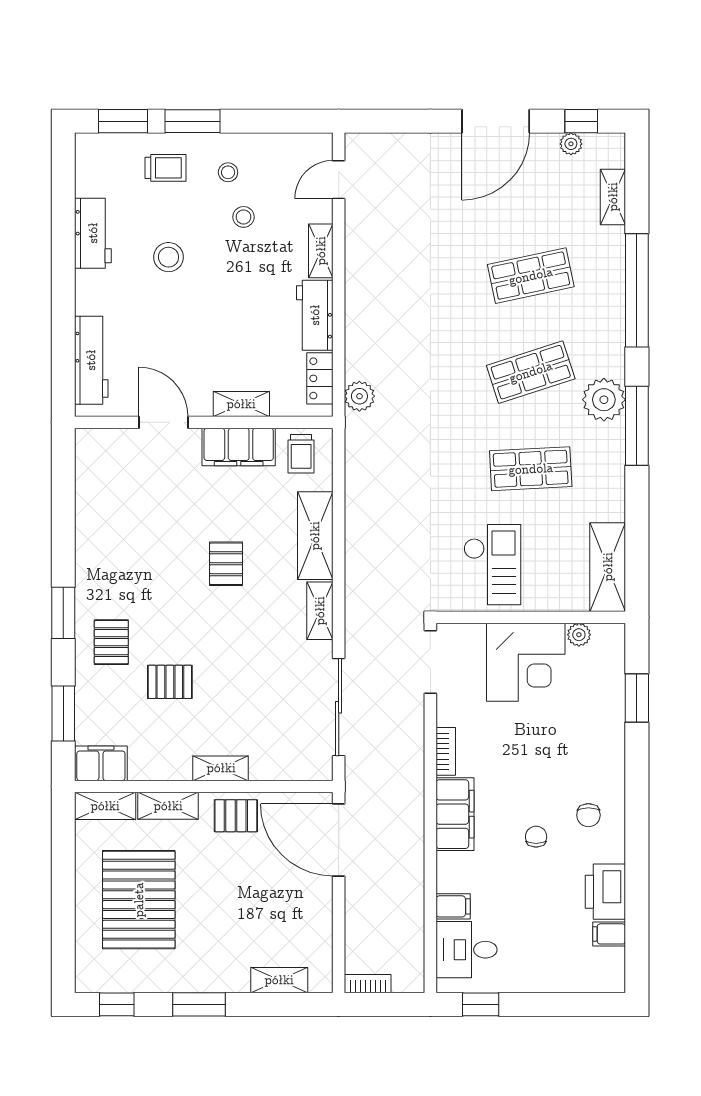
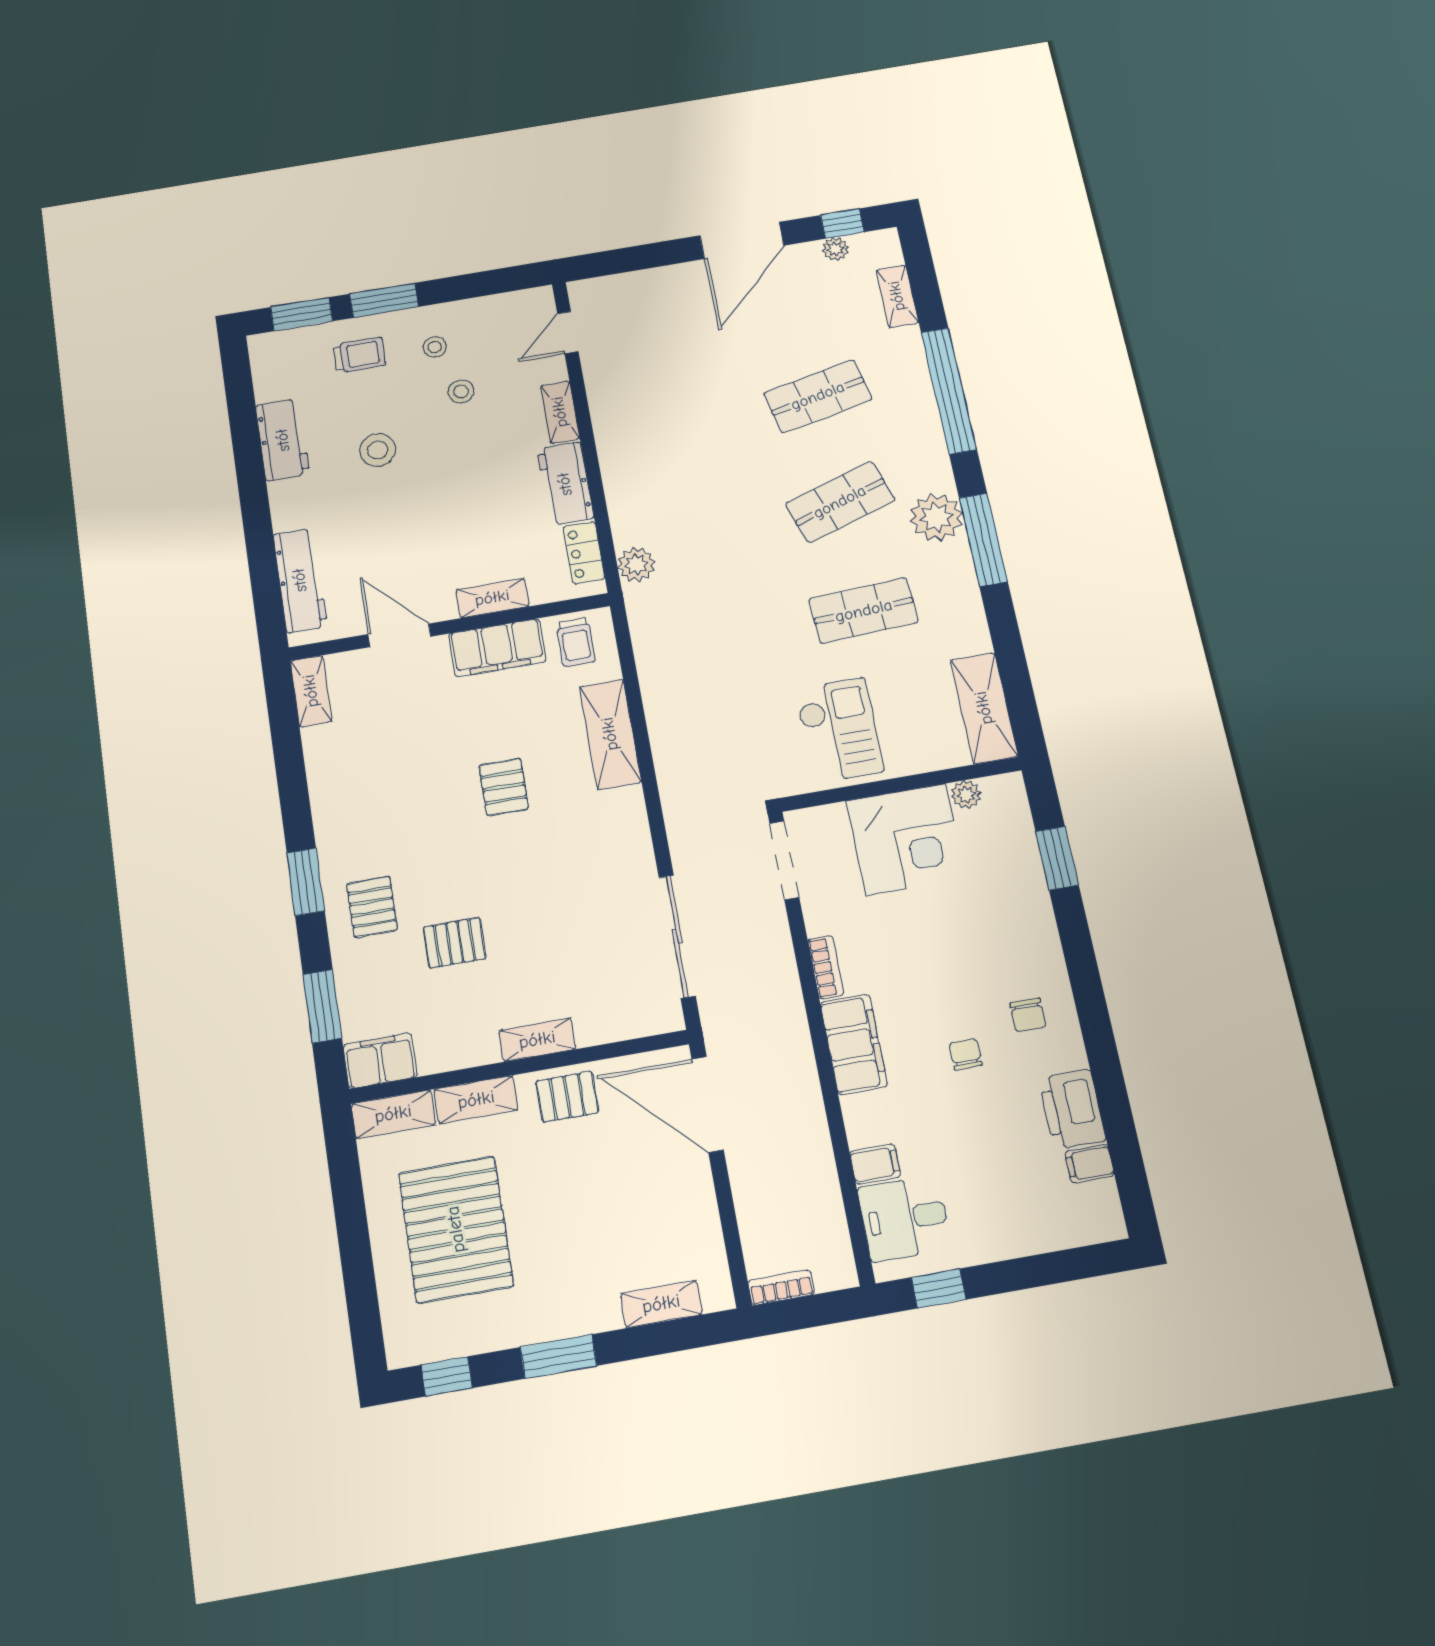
shelving: (320, 611) -> (311, 691), moved

